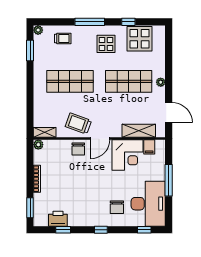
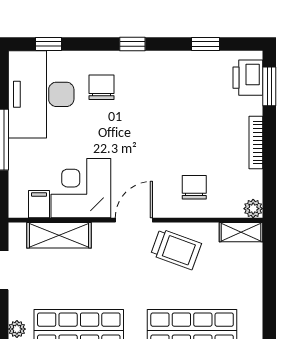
chair: (78, 149) -> (194, 187), moved
printer: (58, 219) -> (248, 78), moved, turned 90

